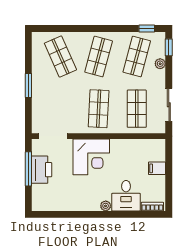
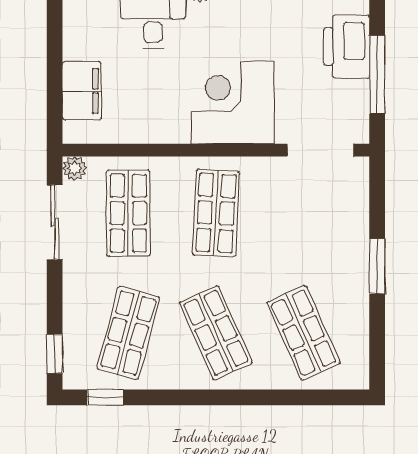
shop shelf: (99, 57) -> (216, 333), turned -39
plant: (160, 64) -> (75, 168), moved
filing cabinet: (157, 168) -> (82, 91), width x2.00
printer: (42, 170) -> (347, 47), moved

